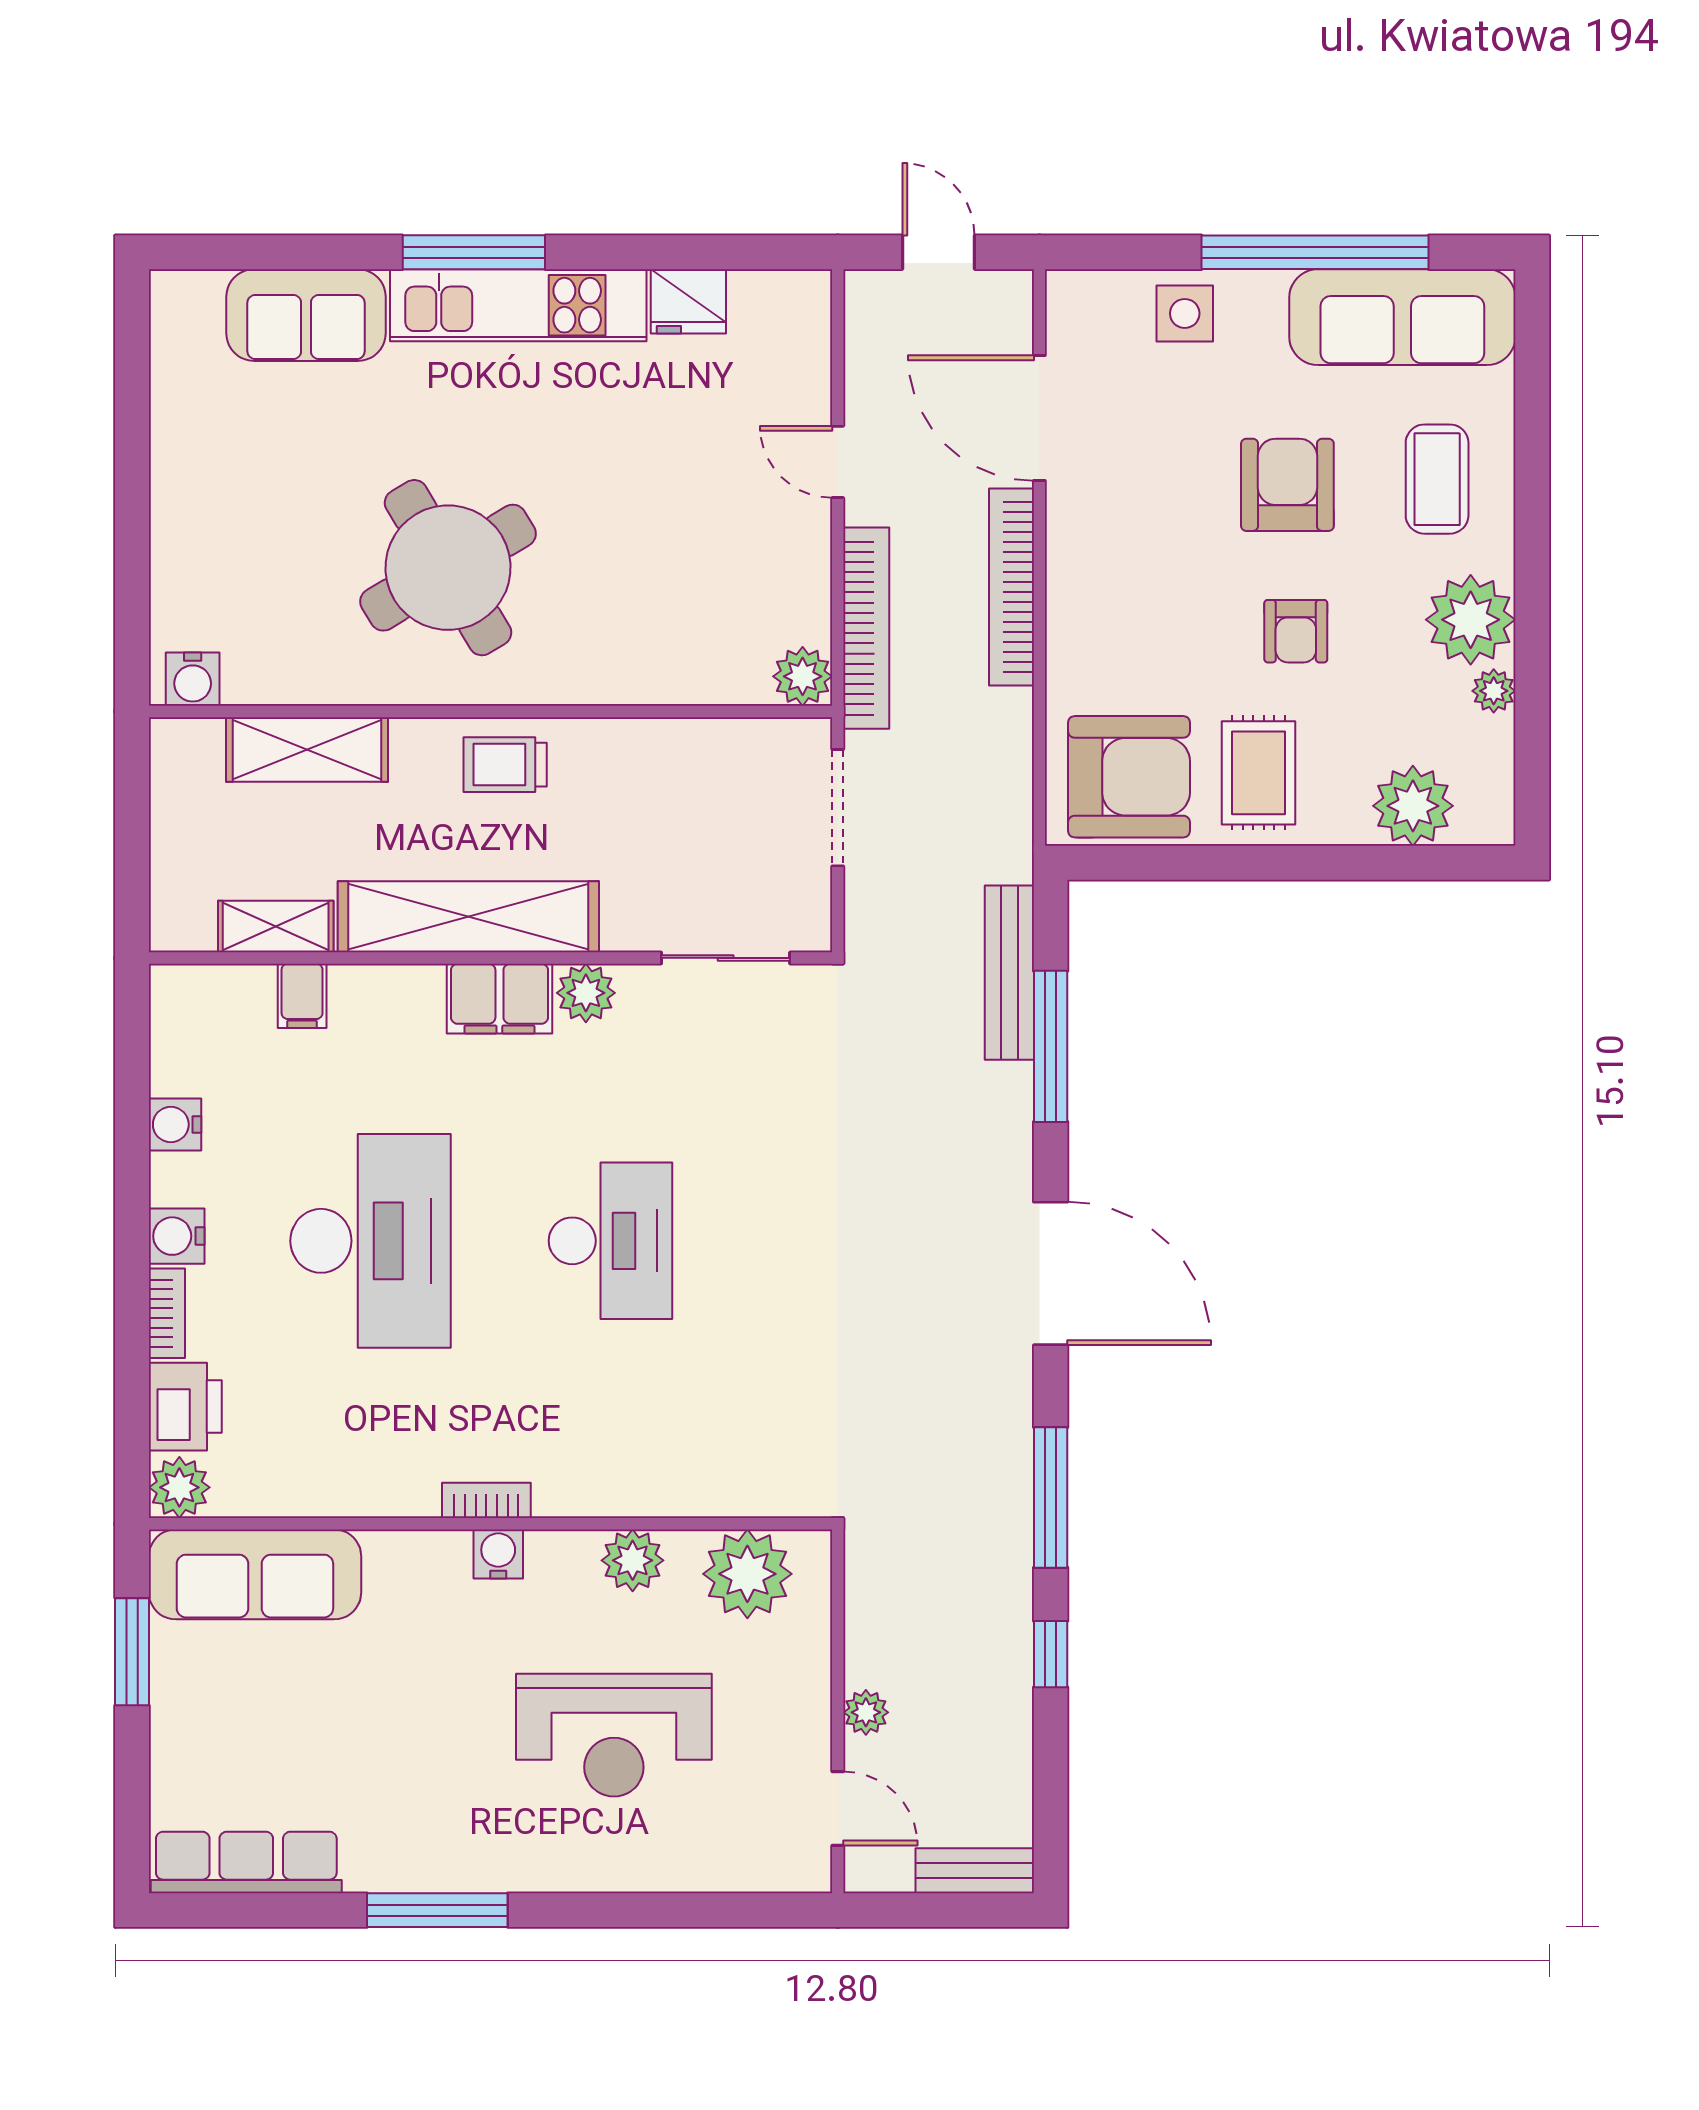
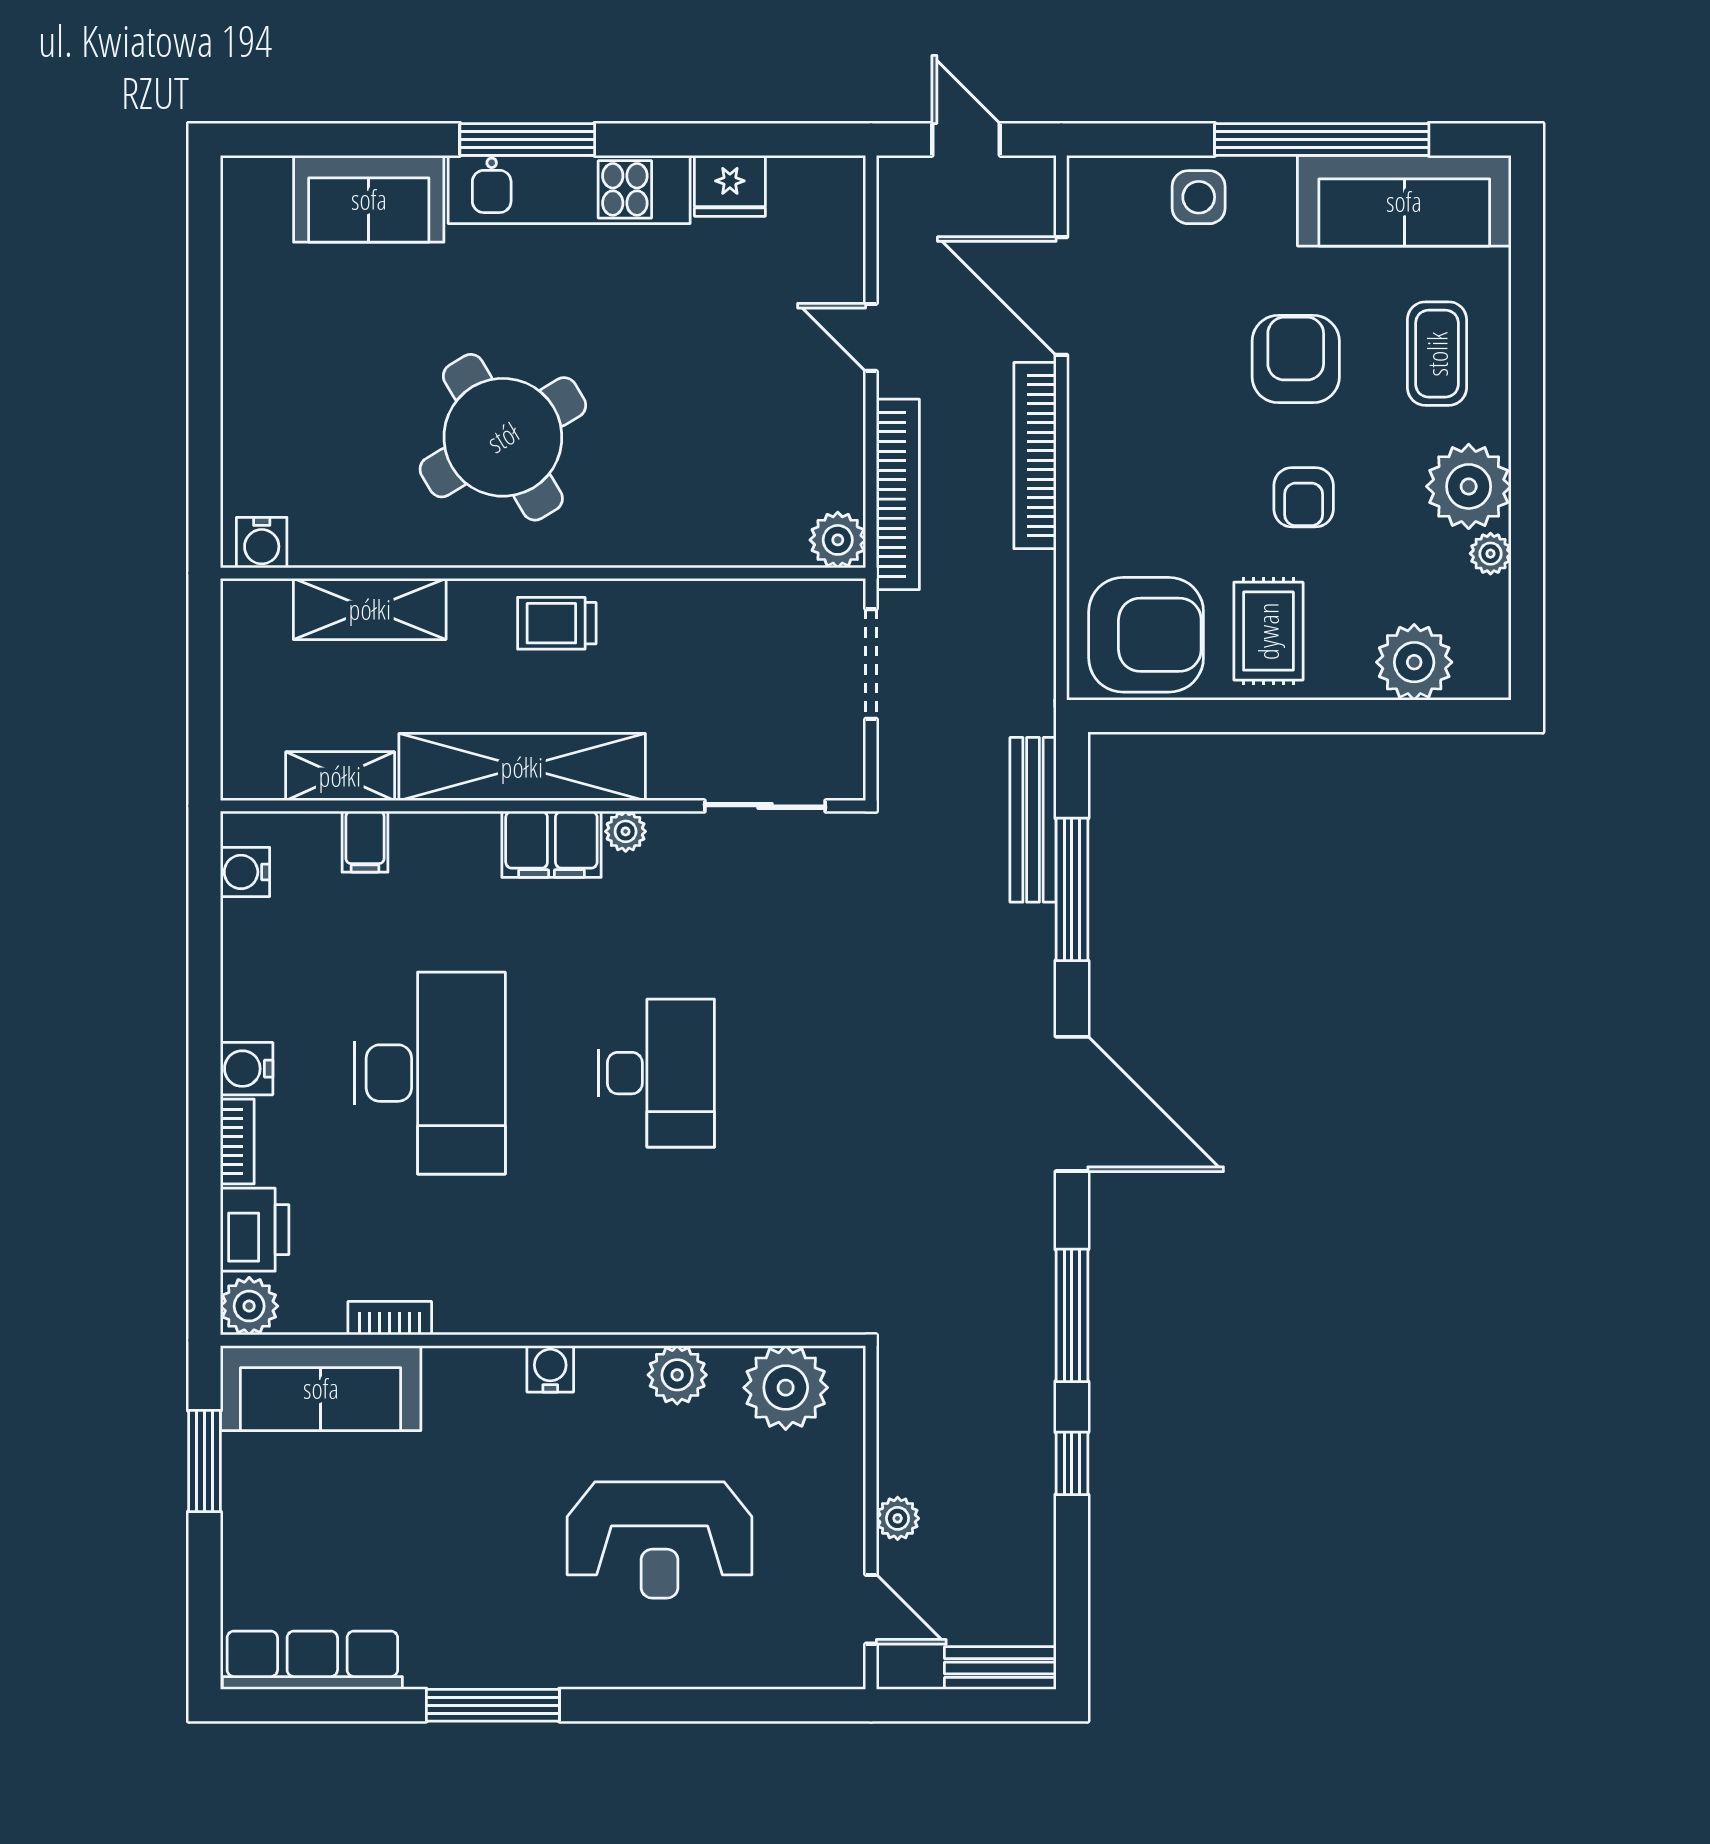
plant: (586, 993) -> (626, 831), width x0.73, depth x0.73
water cooler: (175, 1125) -> (245, 872), moved
bookcase: (486, 1500) -> (390, 1318), moved

